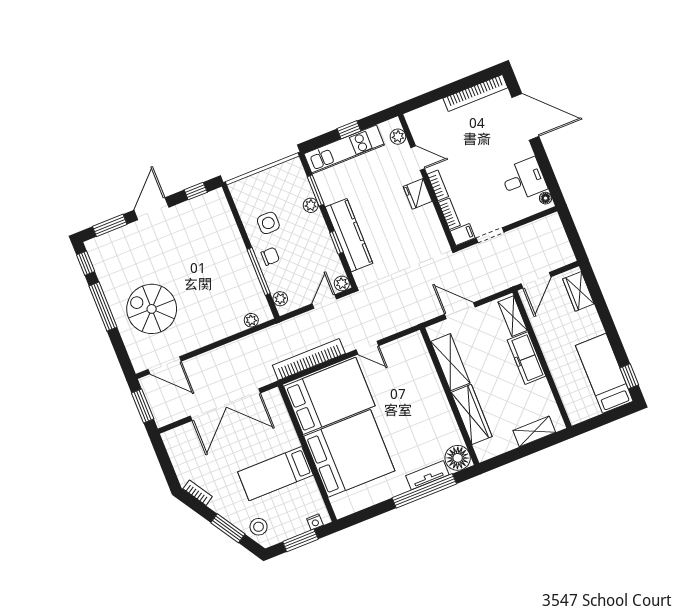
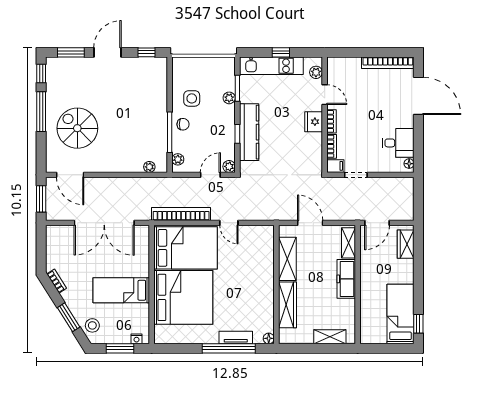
floor lamp: (458, 458) -> (269, 338), width x0.53, depth x0.53

